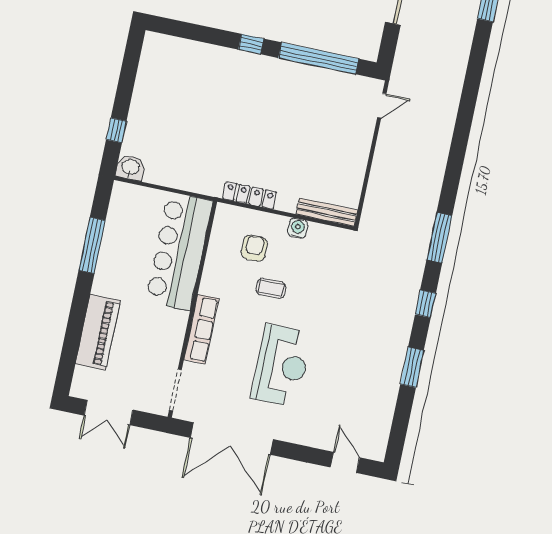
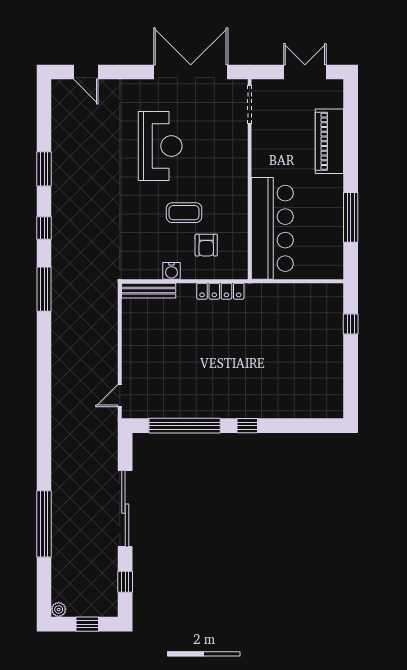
washbasin: (130, 168) -> (331, 294), removed
coffee table: (271, 288) -> (184, 213), width x1.36, depth x1.30
row of seats: (201, 329) -> (238, 163), removed
reception desk: (282, 366) -> (160, 146), turned 180

